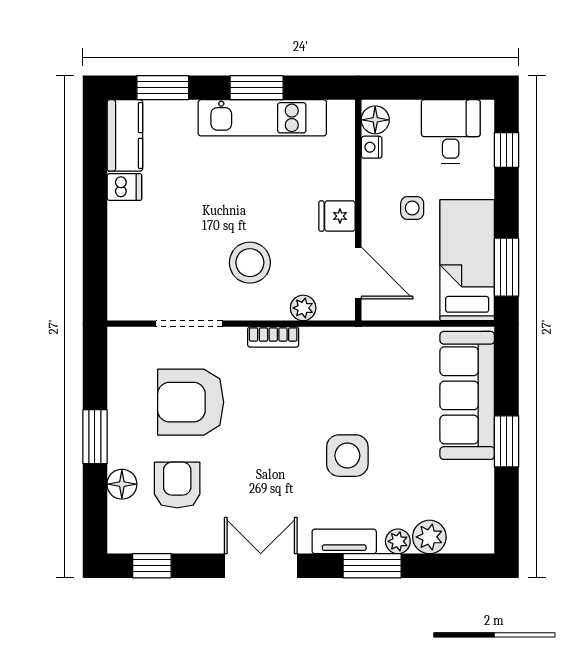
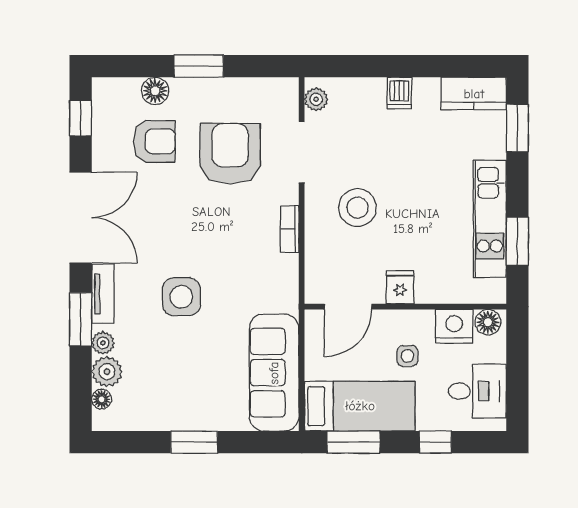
window: (257, 88) -> (517, 241), moved
nightstand: (372, 147) -> (454, 326), width x1.89, depth x1.79
window: (507, 150) -> (435, 442), moved
dishwasher: (124, 187) -> (399, 93), moved
plant: (303, 308) -> (316, 99), moved
sofa: (467, 395) -> (274, 373), moved, turned -90
floor lamp: (460, 543) -> (102, 399), added
double door: (261, 566) -> (81, 218), width x1.37

